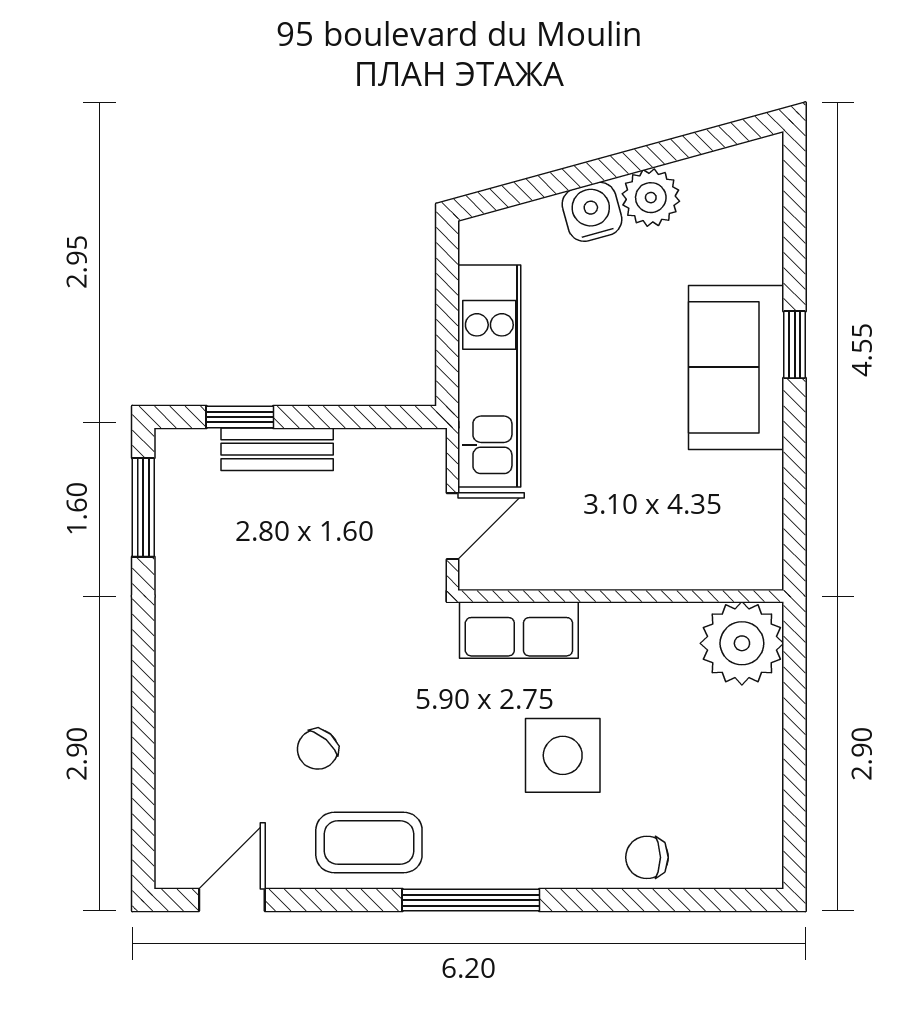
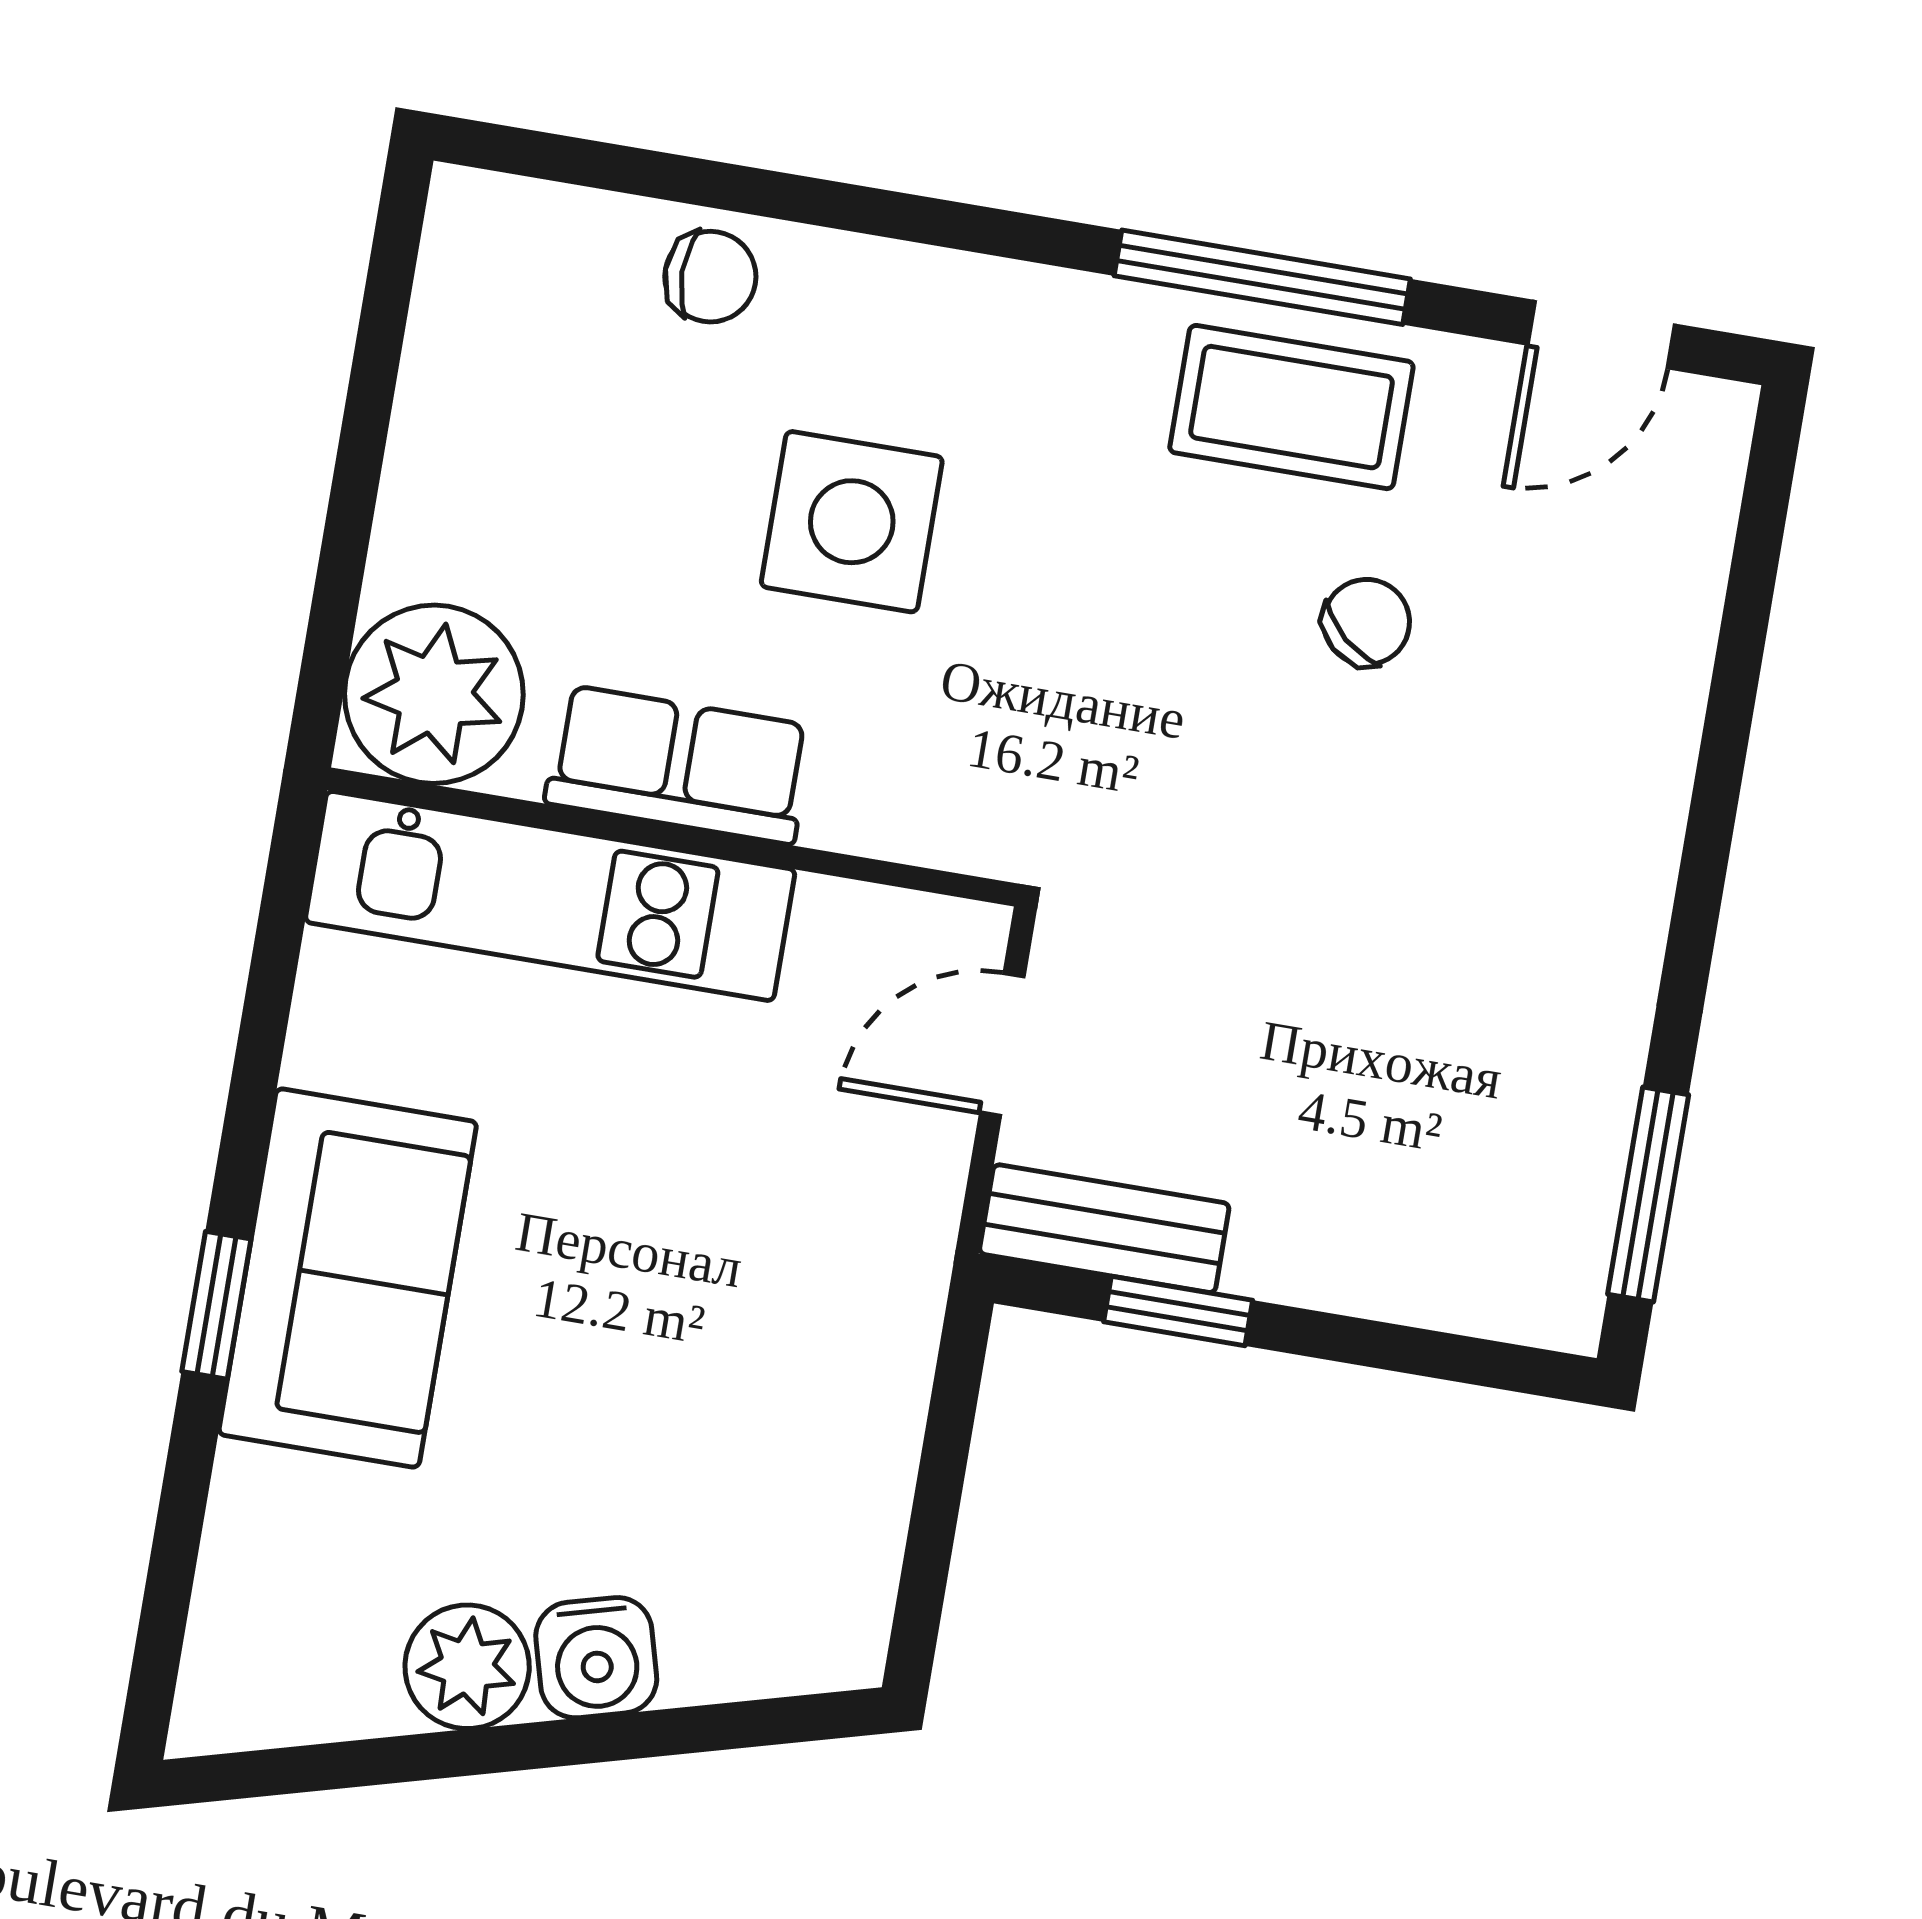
kitchen unit: (489, 376) -> (550, 896), moved, turned -90
window: (240, 417) -> (1178, 1311), moved
bench: (277, 449) -> (1104, 1229), moved
row of seats: (519, 630) -> (679, 765), moved
window: (471, 900) -> (1262, 277), moved

